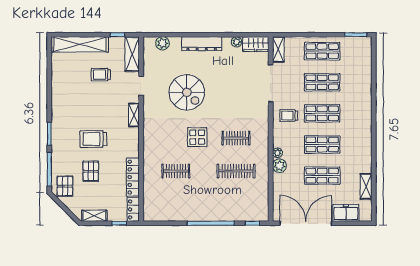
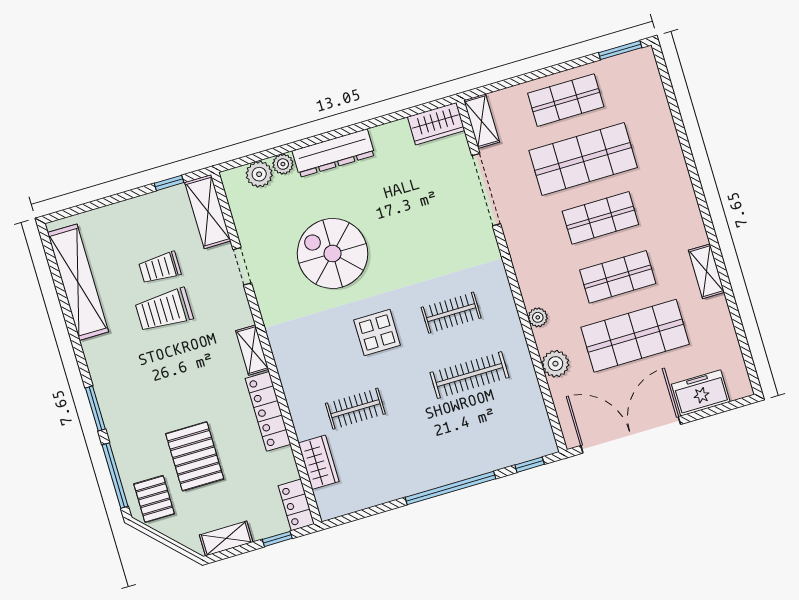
plant: (237, 42) -> (283, 164), moved
shelving: (80, 44) -> (78, 282), moved, turned 90
shop shelf: (322, 82) -> (583, 159), width x1.43, depth x1.36
spiral stairs: (187, 92) -> (333, 253), turned 180
shelving: (134, 115) -> (252, 350), moved
trolley: (289, 115) -> (538, 241), removed
trolley: (93, 139) -> (164, 310), moved
plant: (279, 166) -> (555, 364), moved
pallet: (91, 171) -> (195, 456), width x1.50, depth x1.42
shop shelf: (322, 176) -> (635, 336), width x1.43, depth x1.36
locker: (133, 177) -> (268, 411), moved
shelving: (366, 186) -> (706, 271), moved
wardrobe: (150, 192) -> (319, 462), added

